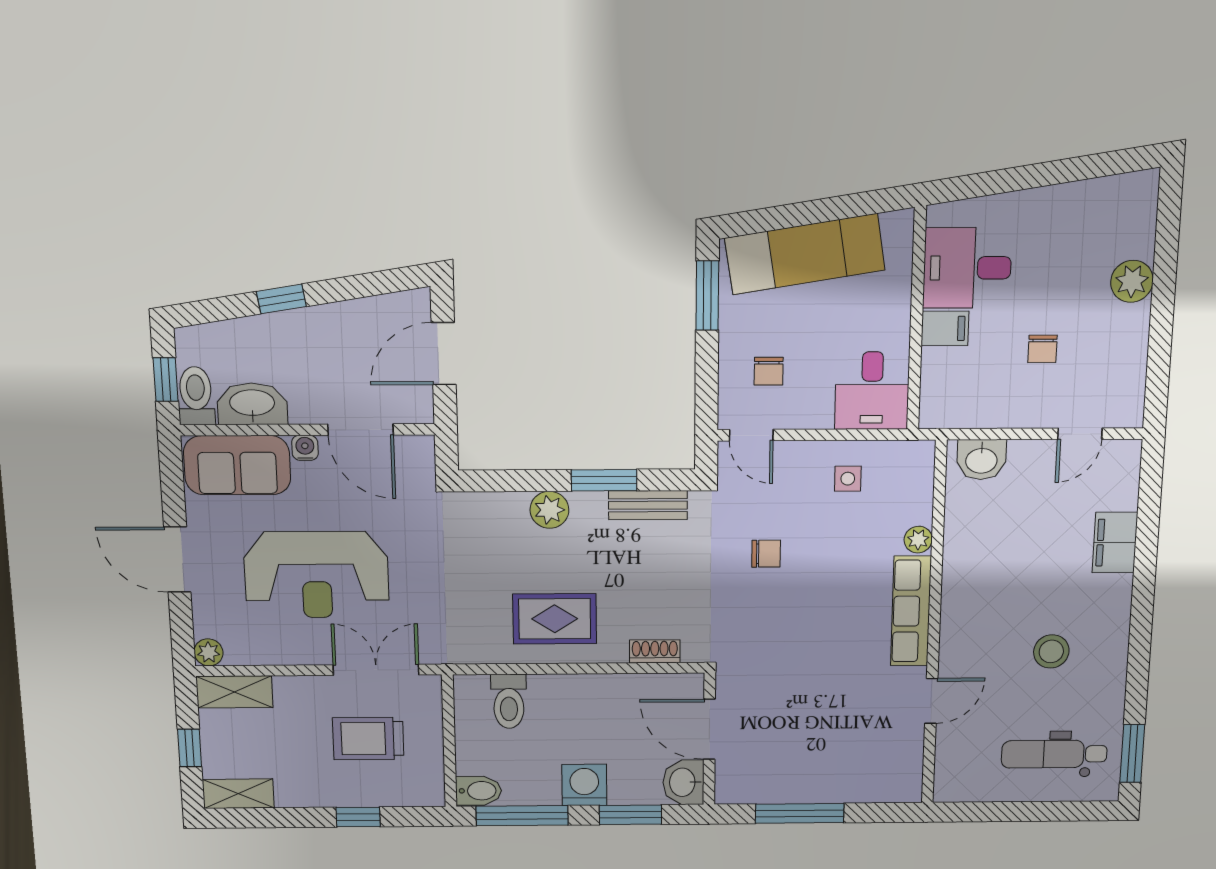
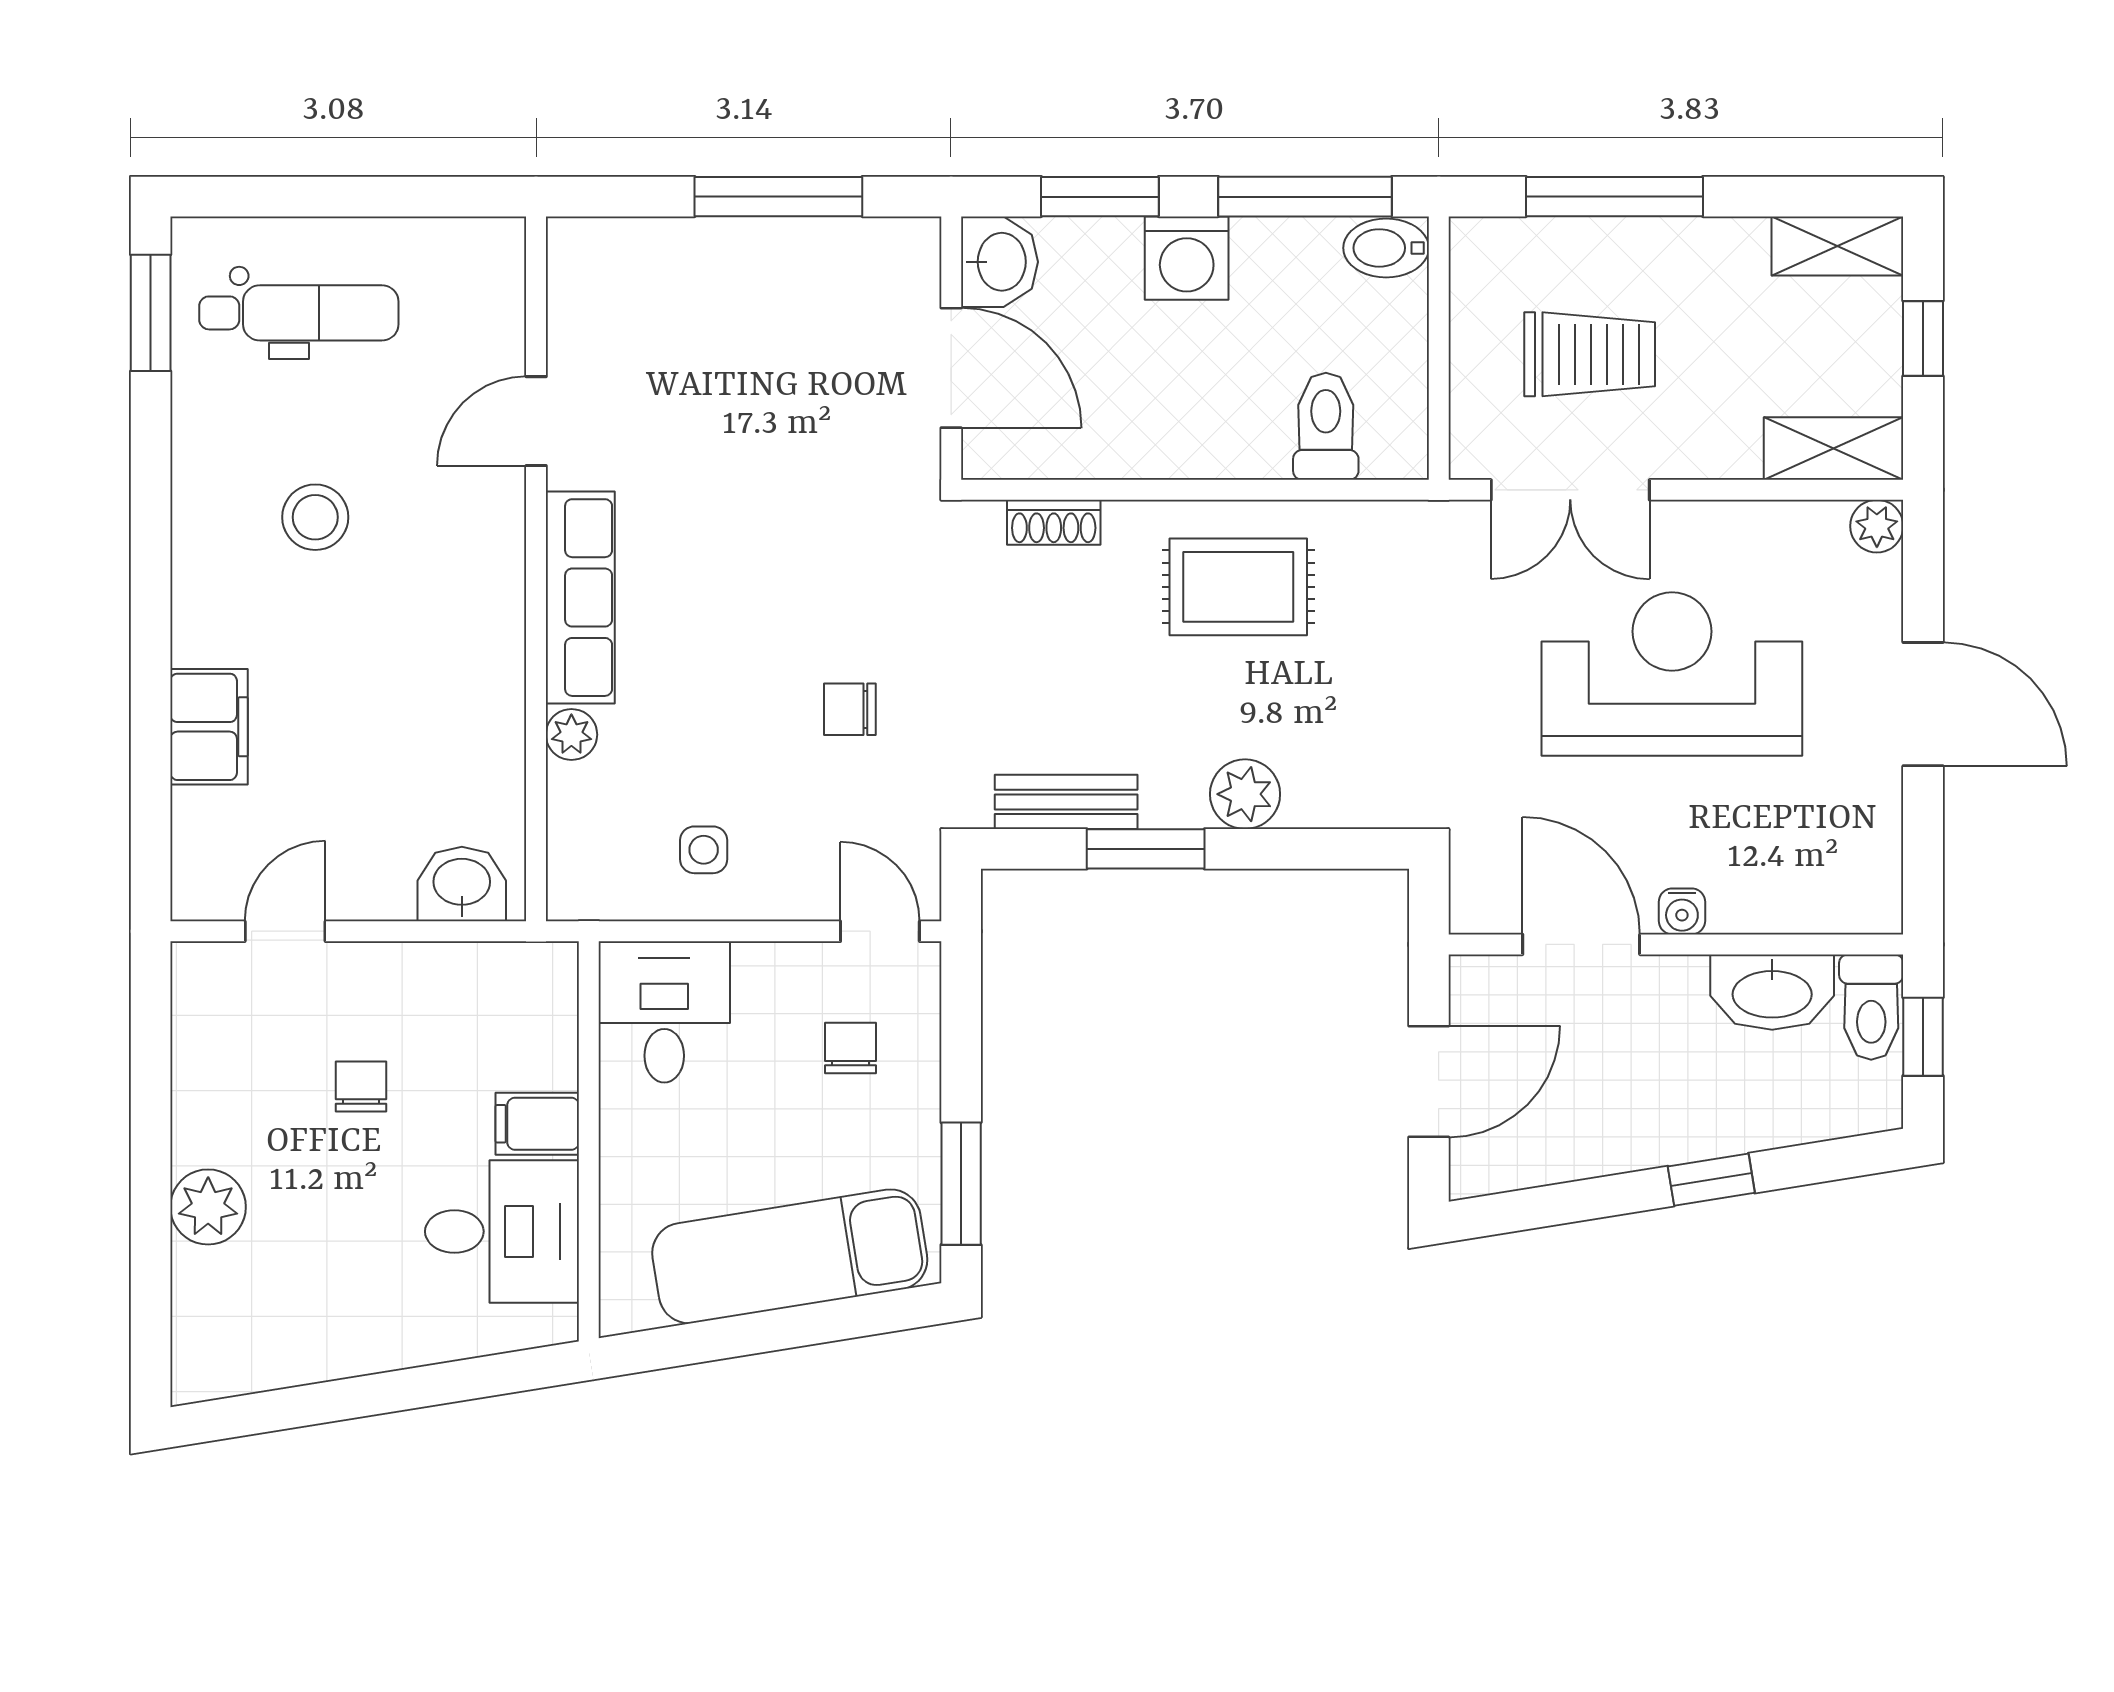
sofa: (237, 465) -> (1805, 880), removed
window: (358, 817) -> (1614, 197), width x2.17

